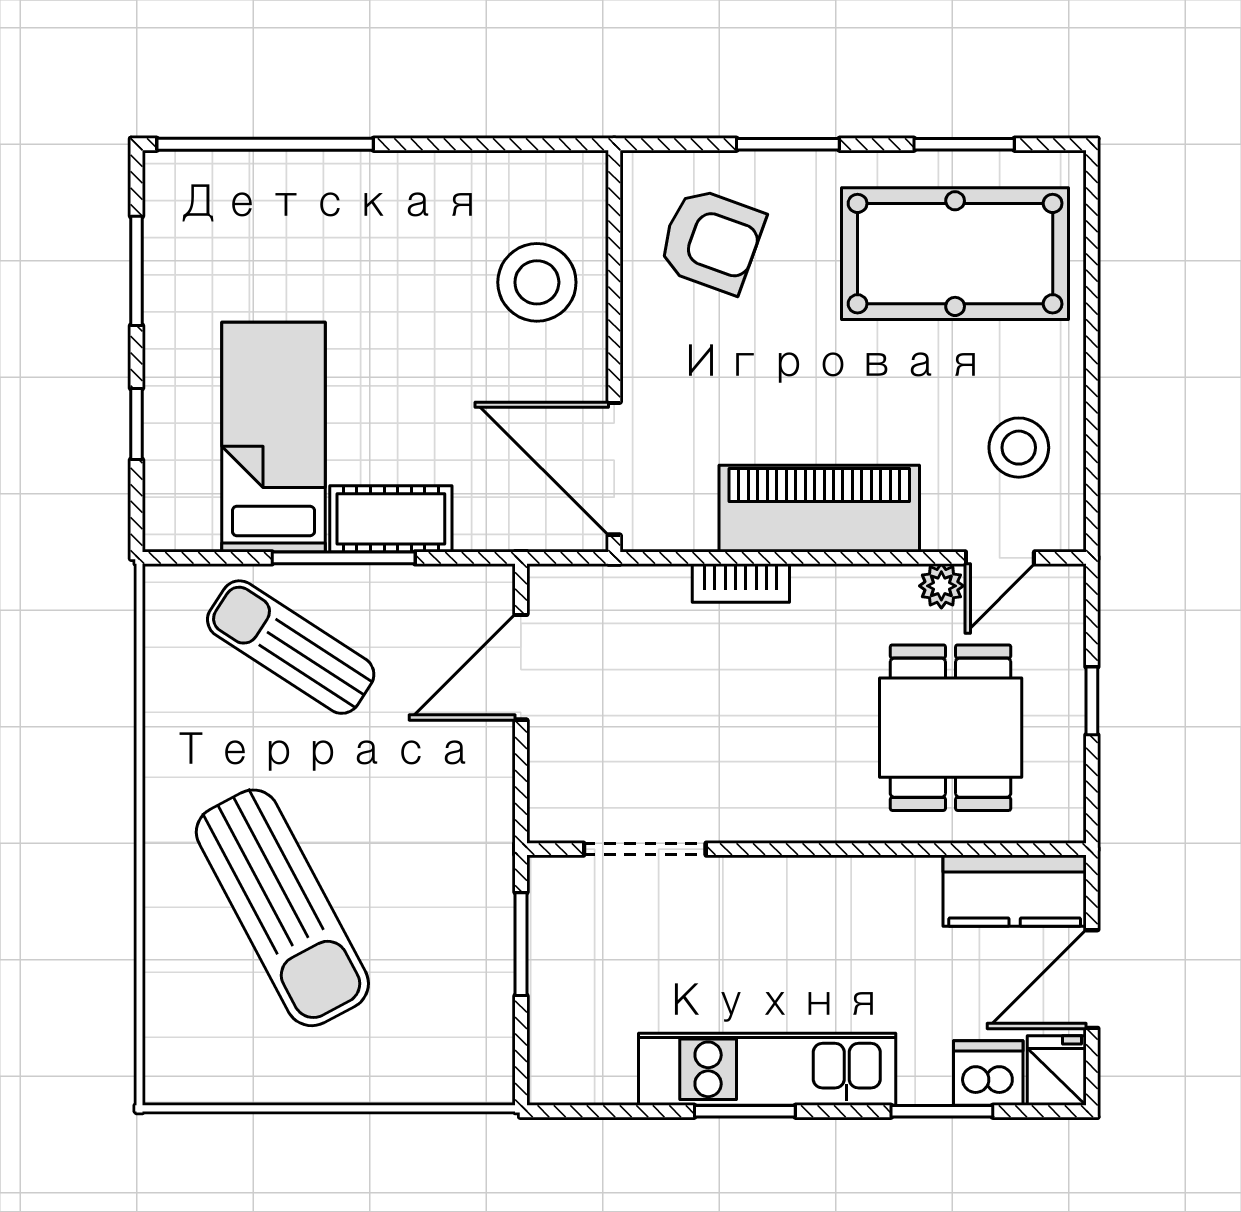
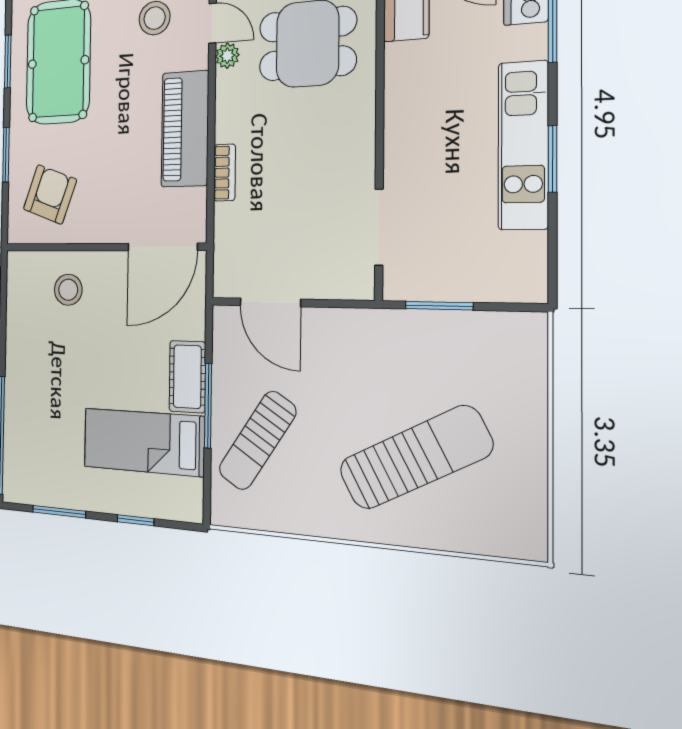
stool: (537, 282) -> (68, 290), width x0.73, depth x0.73

